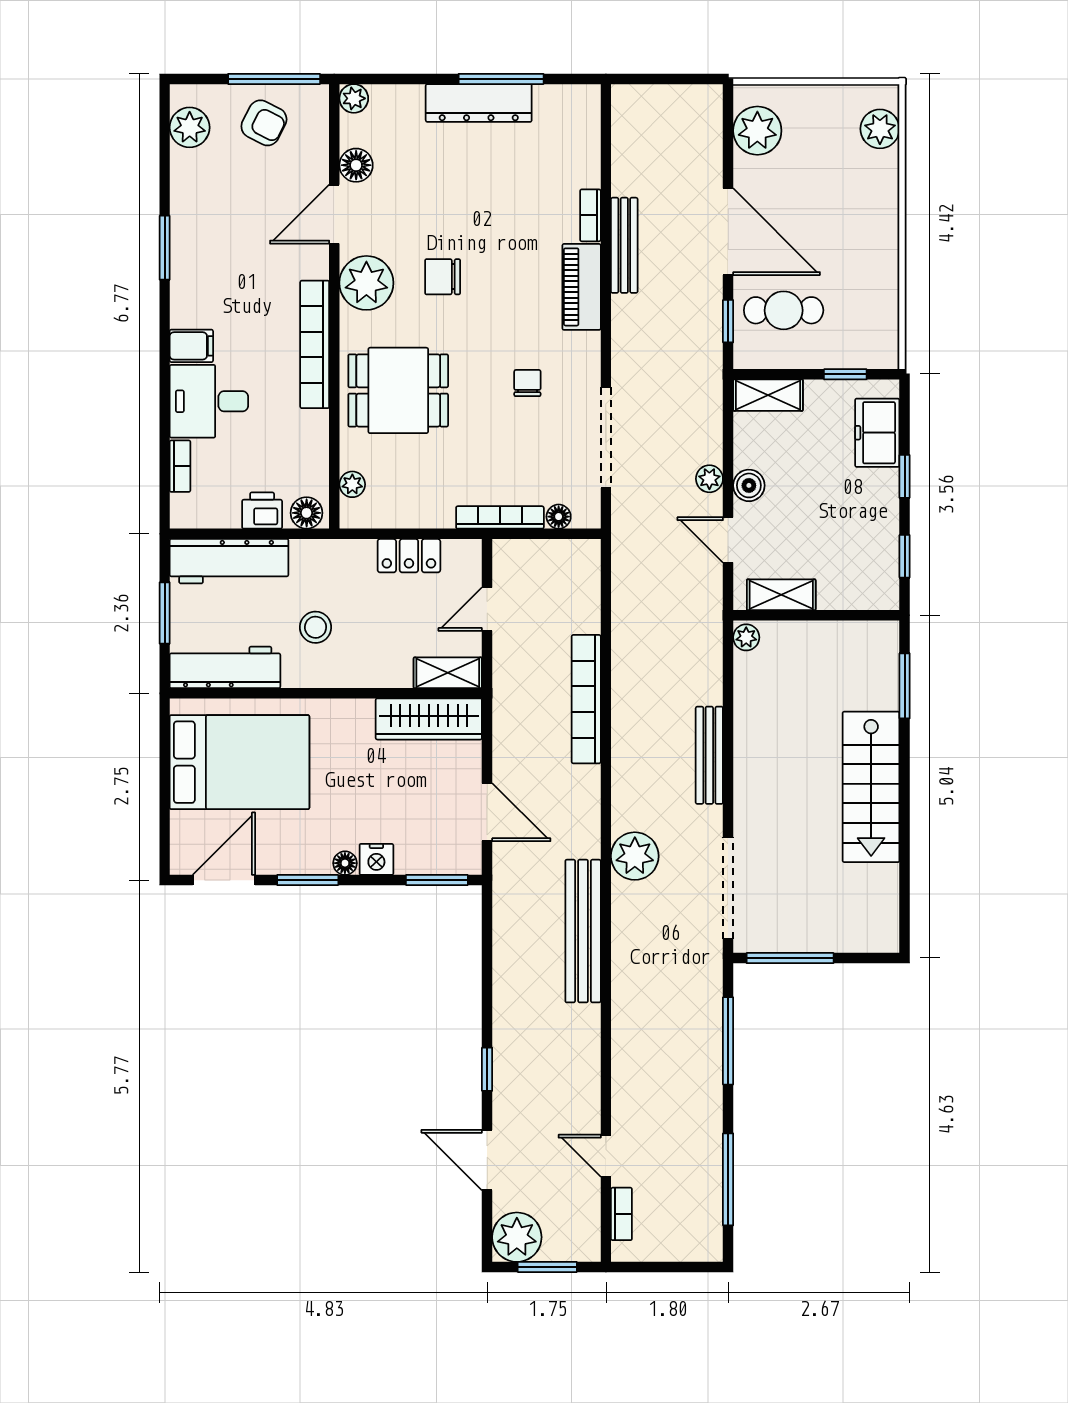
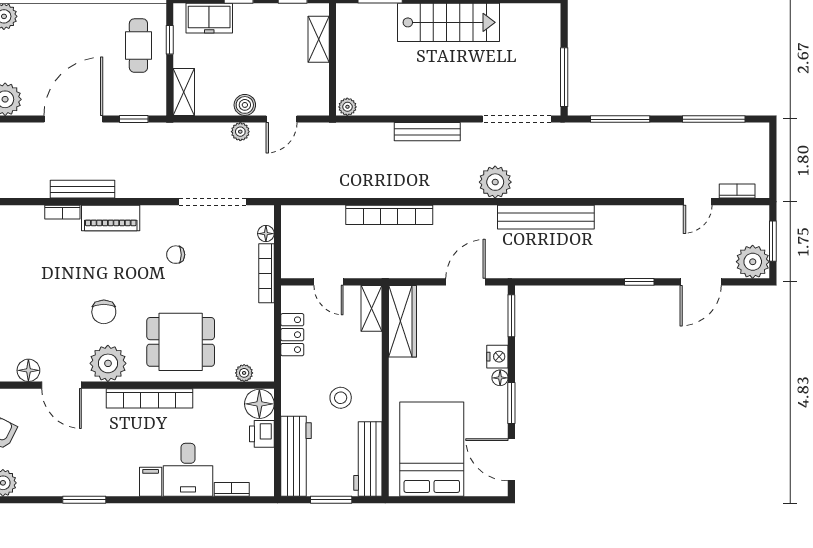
cafe table: (784, 310) -> (138, 46), moved
dining table: (398, 390) -> (181, 342), turned 90
floor lamp: (307, 513) -> (259, 404), width x1.38, depth x1.38
shelving: (781, 595) -> (319, 39), moved

